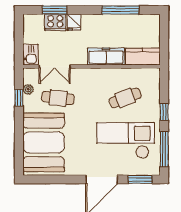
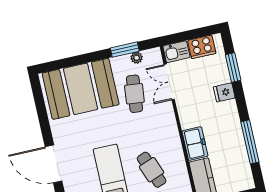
cooker: (55, 22) -> (202, 47), moved, turned -90
freezer: (106, 57) -> (195, 144), width x0.71
window: (19, 98) -> (125, 50), width x1.50

